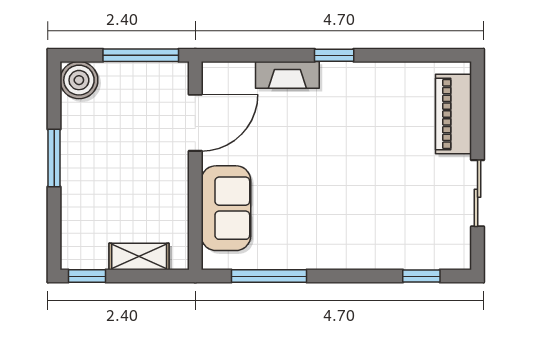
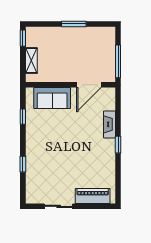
boiler: (79, 80) -> (107, 35), removed
door: (195, 123) -> (89, 85), hinge flipped
window: (269, 276) -> (23, 117), width x0.46
window: (421, 276) -> (23, 164), moved

